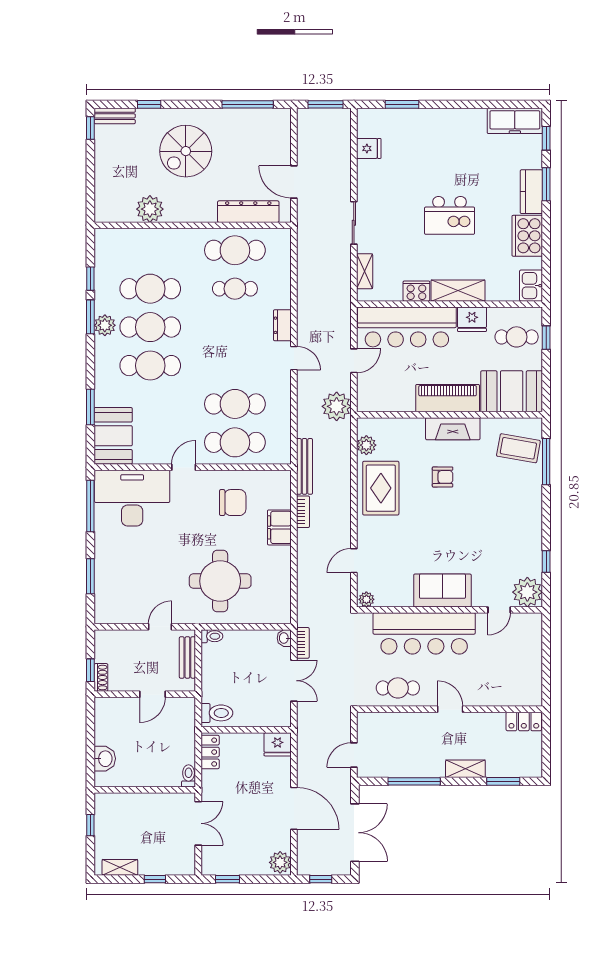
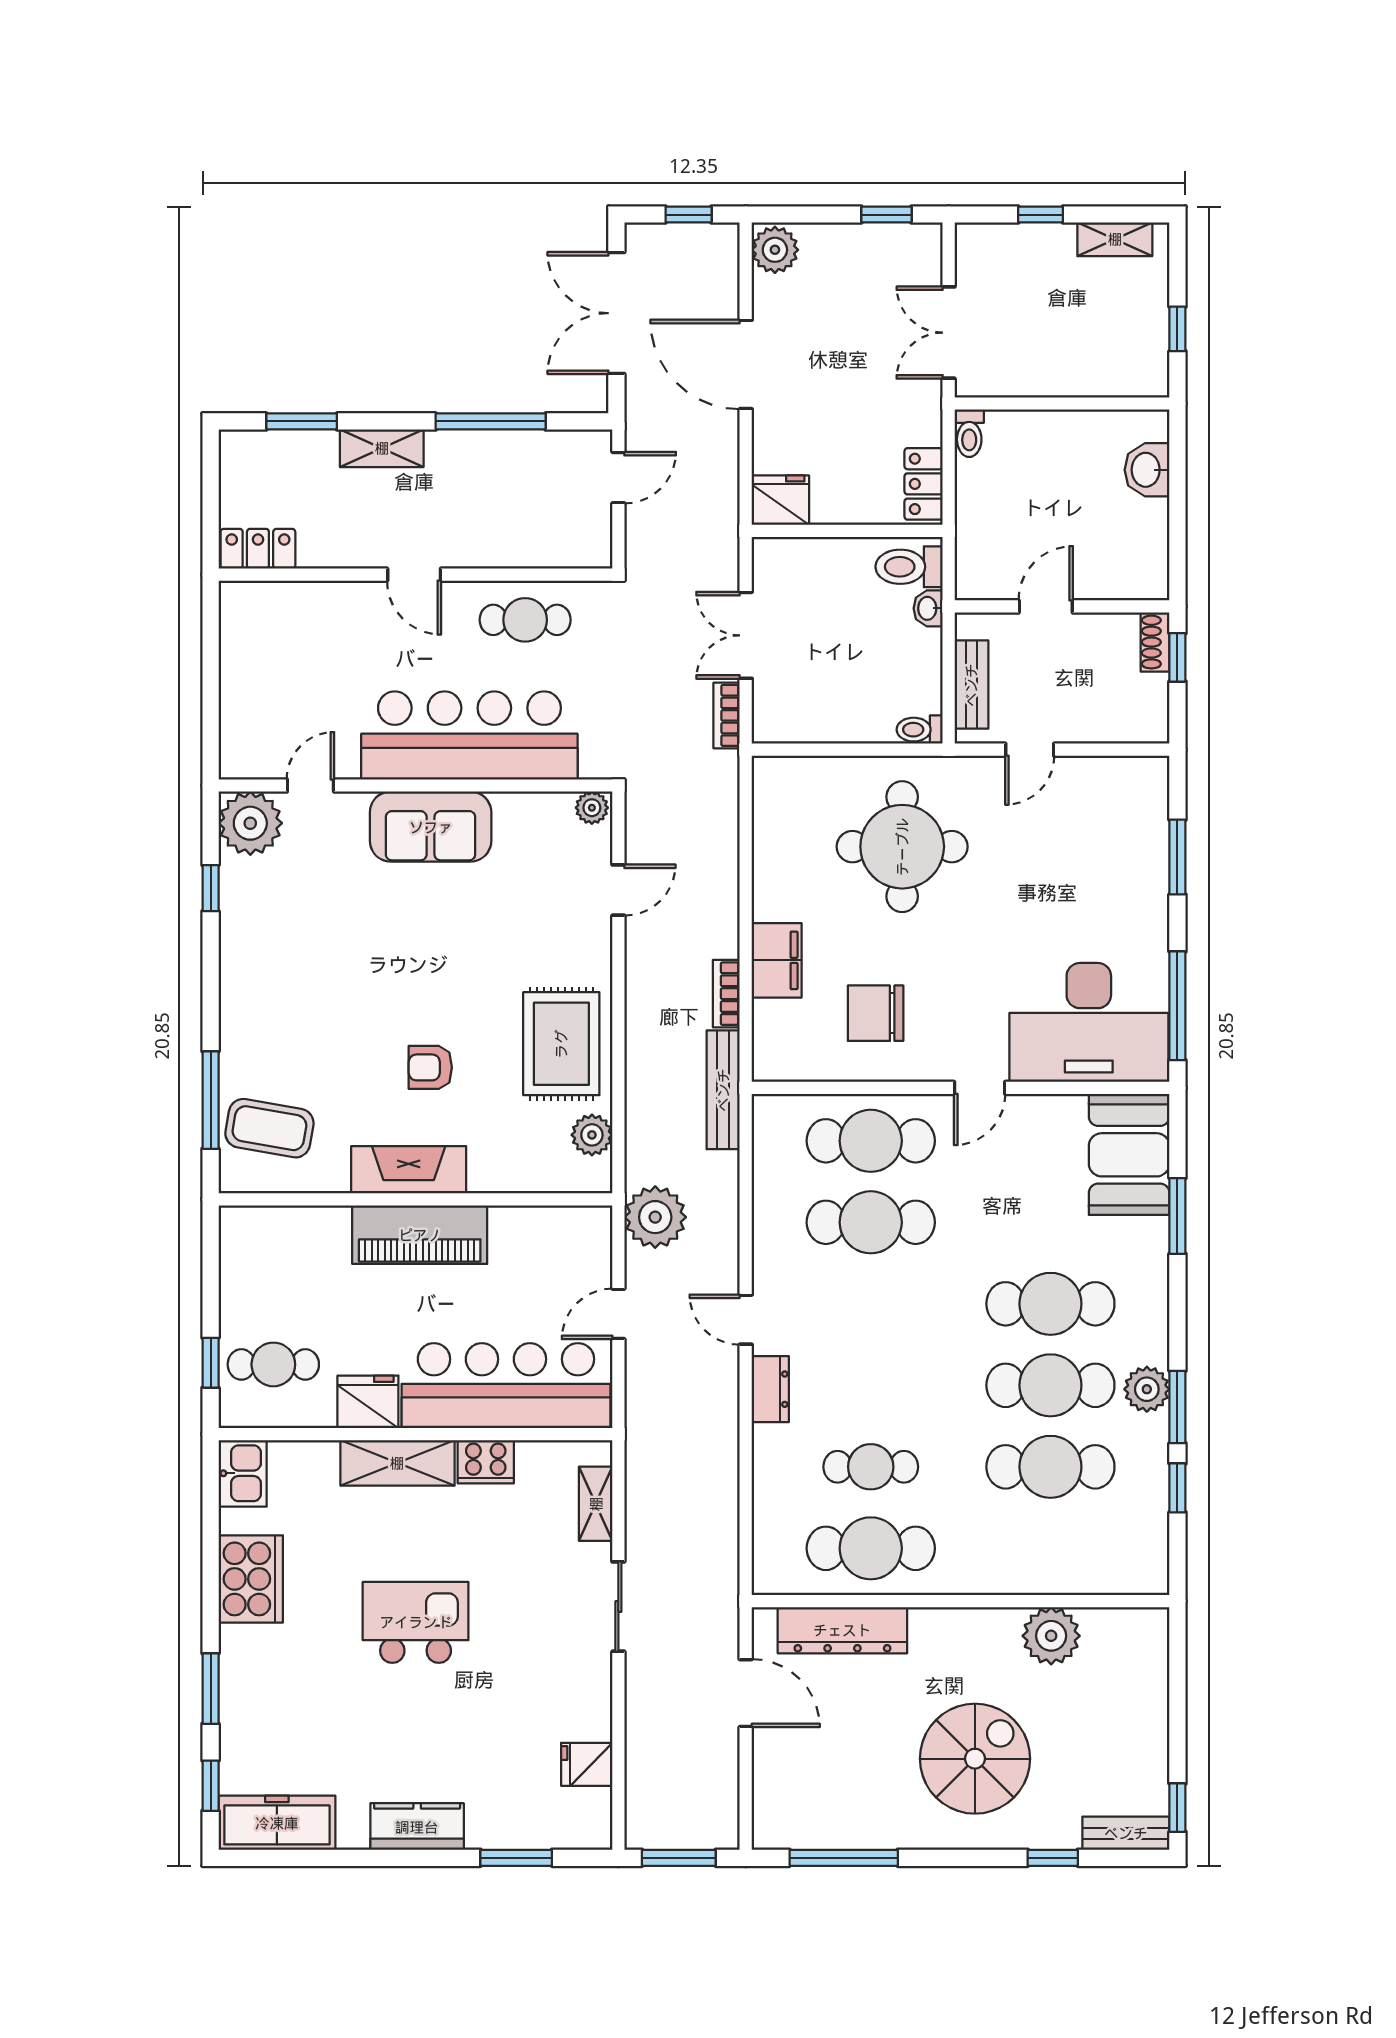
kitchen counter: (531, 192) -> (417, 1827), moved, turned -90
booth: (512, 391) -> (284, 1249), removed
washbasin: (284, 638) -> (928, 608), moved, turned 180

